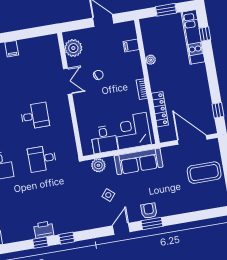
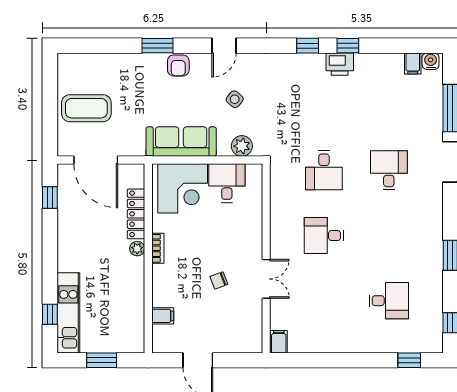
plant: (73, 48) -> (249, 327), removed
filing cabinet: (12, 49) -> (279, 342), moved
plant: (151, 60) -> (137, 249), moved
double door: (68, 81) -> (266, 279), swing flipped
desk: (42, 159) -> (324, 170), turned 90
window: (152, 224) -> (157, 46), moved

